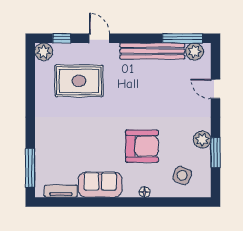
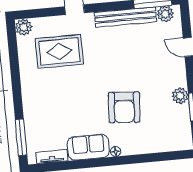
window: (62, 38) -> (40, 13), removed
armchair: (142, 146) -> (124, 107), turned 94
side table: (182, 175) -> (164, 131), removed
floor lamp: (145, 192) -> (116, 151), moved

